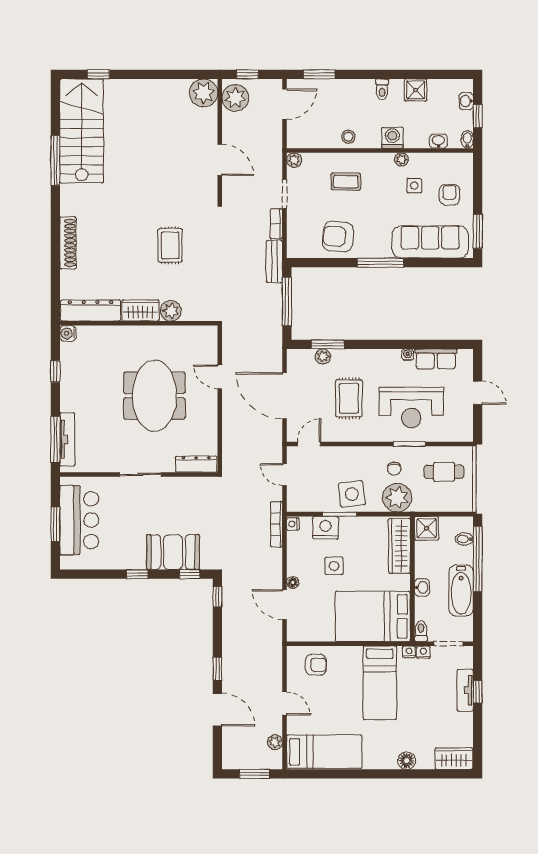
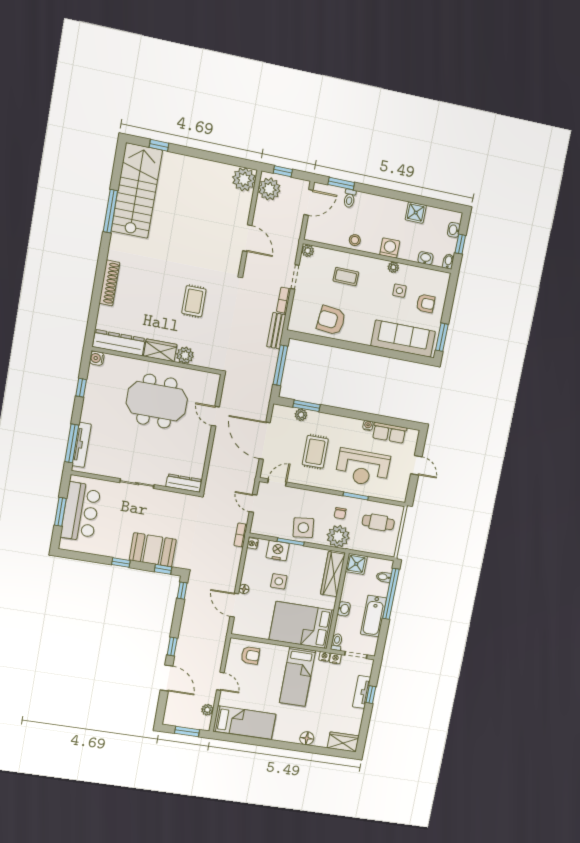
toilet: (382, 89) -> (350, 198), moved
armchair: (449, 195) -> (426, 303), turned 90
window: (380, 263) -> (361, 348), removed
meeting table: (154, 396) -> (157, 401), moved, turned 90
bookcase: (277, 524) -> (241, 535), width x0.64

